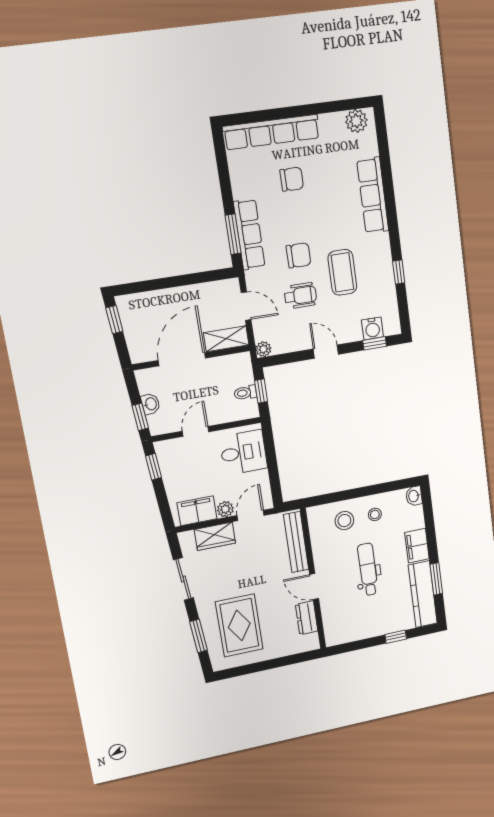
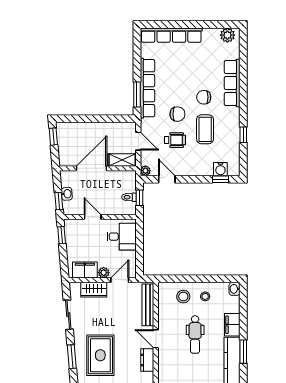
chair: (292, 179) -> (204, 97), moved, turned 180
row of seats: (249, 234) -> (147, 88), width x1.36
door: (326, 352) -> (167, 179), moved
door: (196, 431) -> (93, 217), hinge flipped
dental chair: (368, 569) -> (195, 335), turned 180

